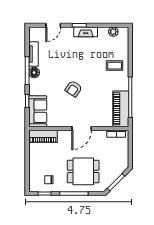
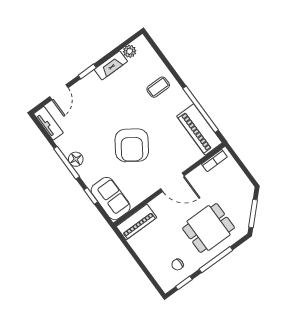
fireplace: (86, 32) -> (111, 65), moved
tv unit: (33, 54) -> (48, 123), moved
armchair: (74, 89) -> (132, 145), width x1.88, depth x1.88
door: (82, 128) -> (172, 182), hinge flipped

